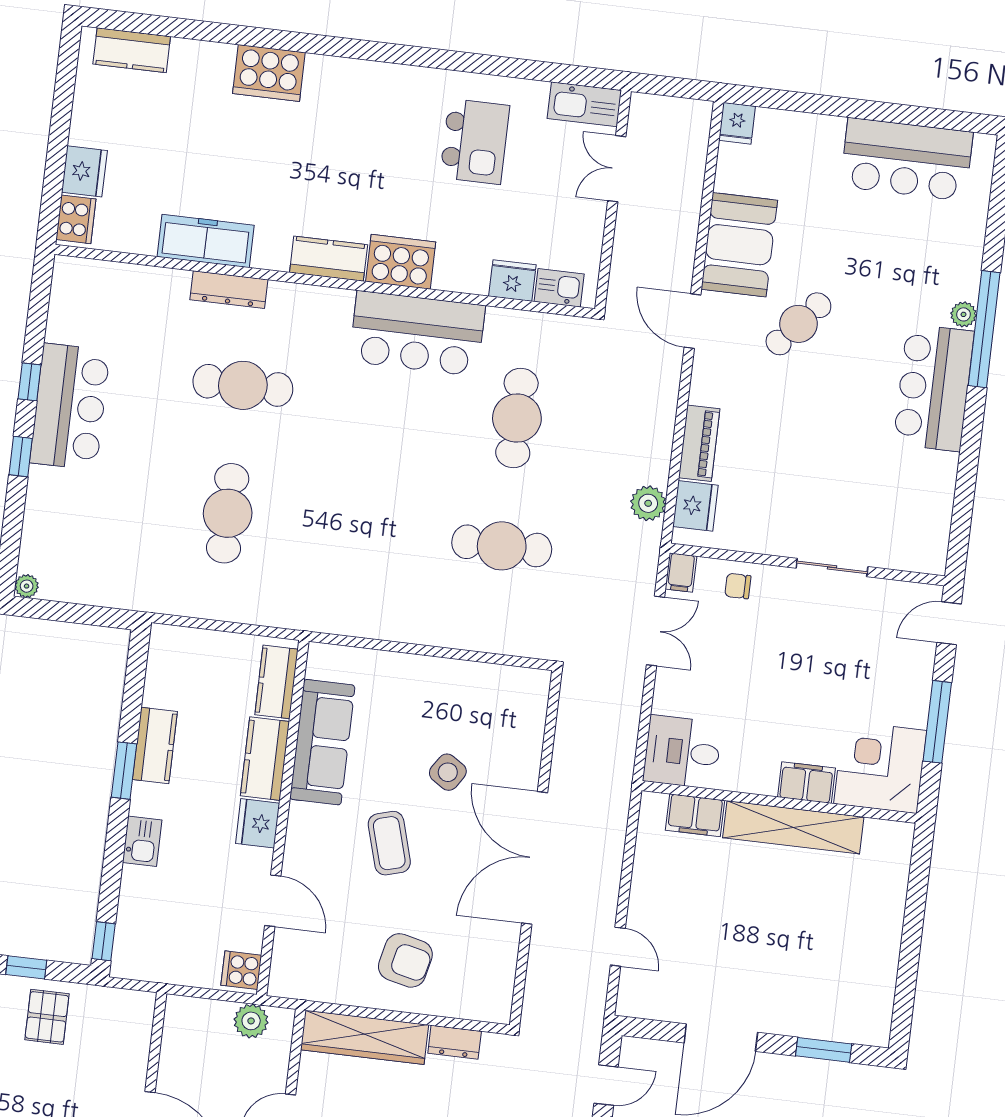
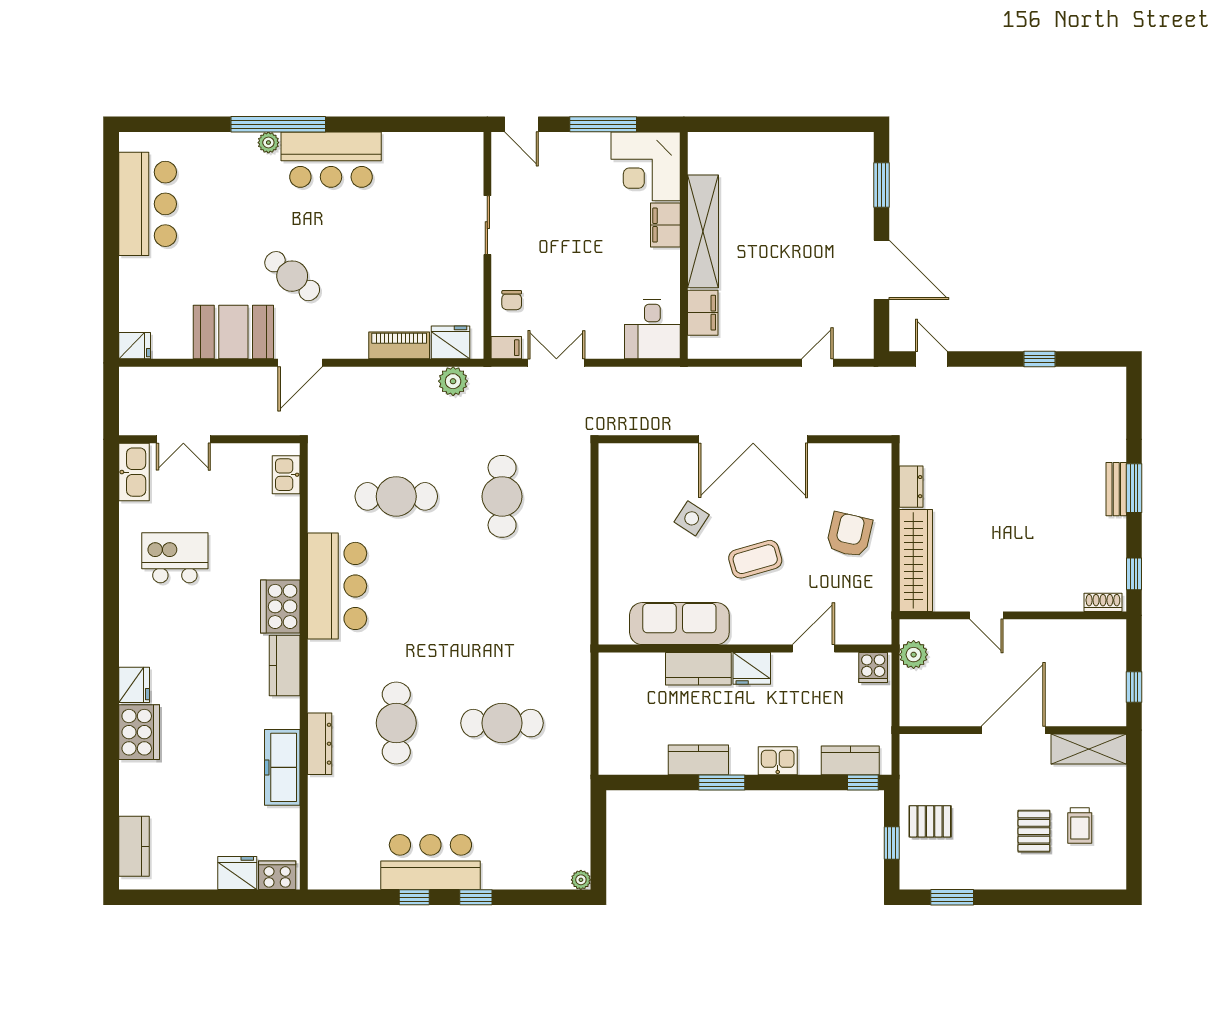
fridge: (512, 281) -> (134, 685), moved, turned 180
kitchen counter: (277, 682) -> (850, 760), moved, turned 180

